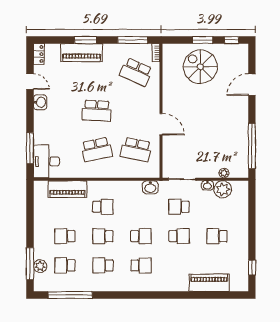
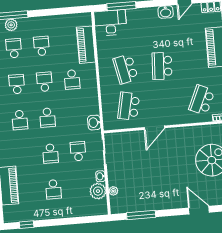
window: (252, 146) -> (141, 215), width x0.68
school desk: (217, 236) -> (53, 189), turned 180

